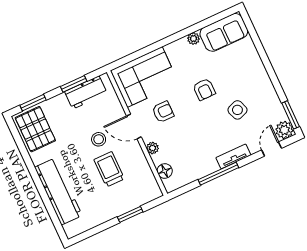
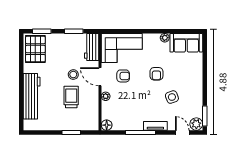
workbench: (86, 92) -> (92, 47), moved, turned 90
door: (272, 149) -> (182, 133), hinge flipped
floor lamp: (165, 171) -> (107, 125), moved

